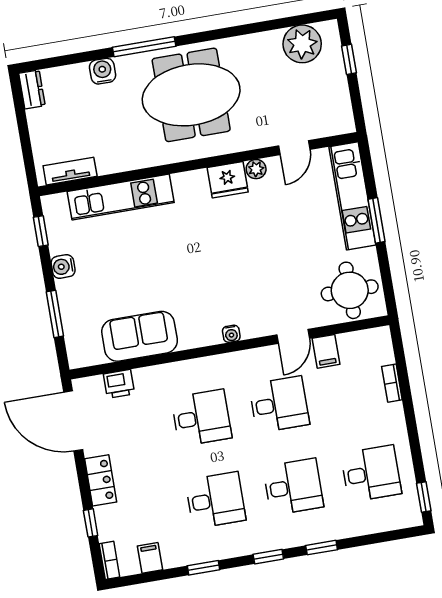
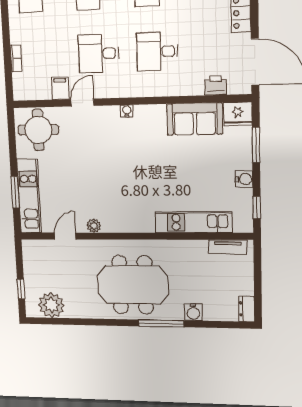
fridge: (228, 180) -> (238, 114), moved, turned 180
window: (376, 220) -> (15, 192), moved

